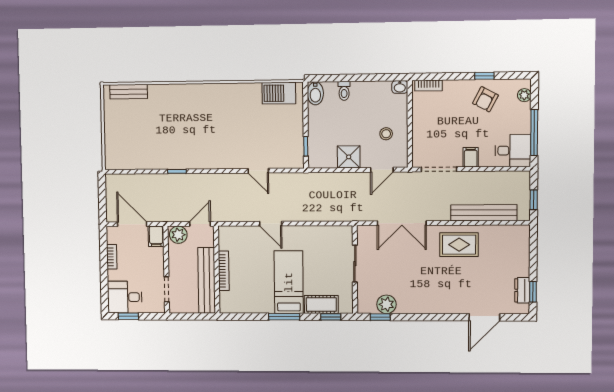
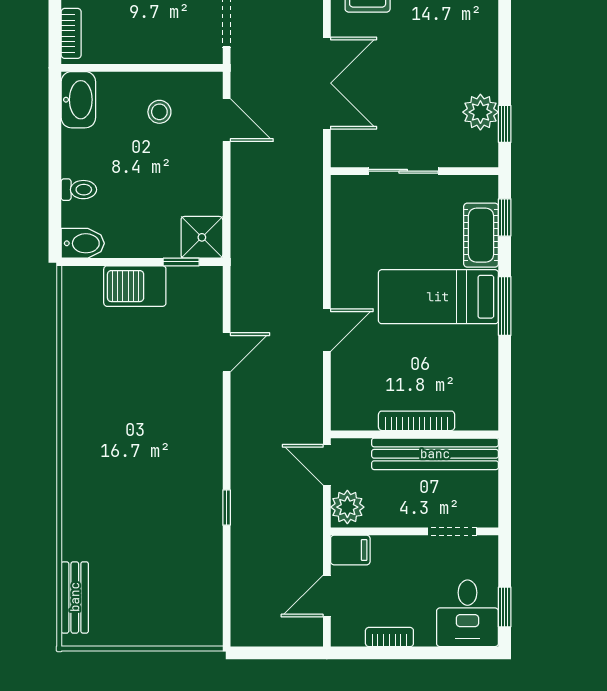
washbasin: (400, 87) -> (78, 100), width x1.91, depth x1.45
barbecue: (279, 93) -> (135, 286), moved, turned 90
shower: (349, 157) -> (202, 237), moved
door: (132, 224) -> (327, 596), width x0.73

